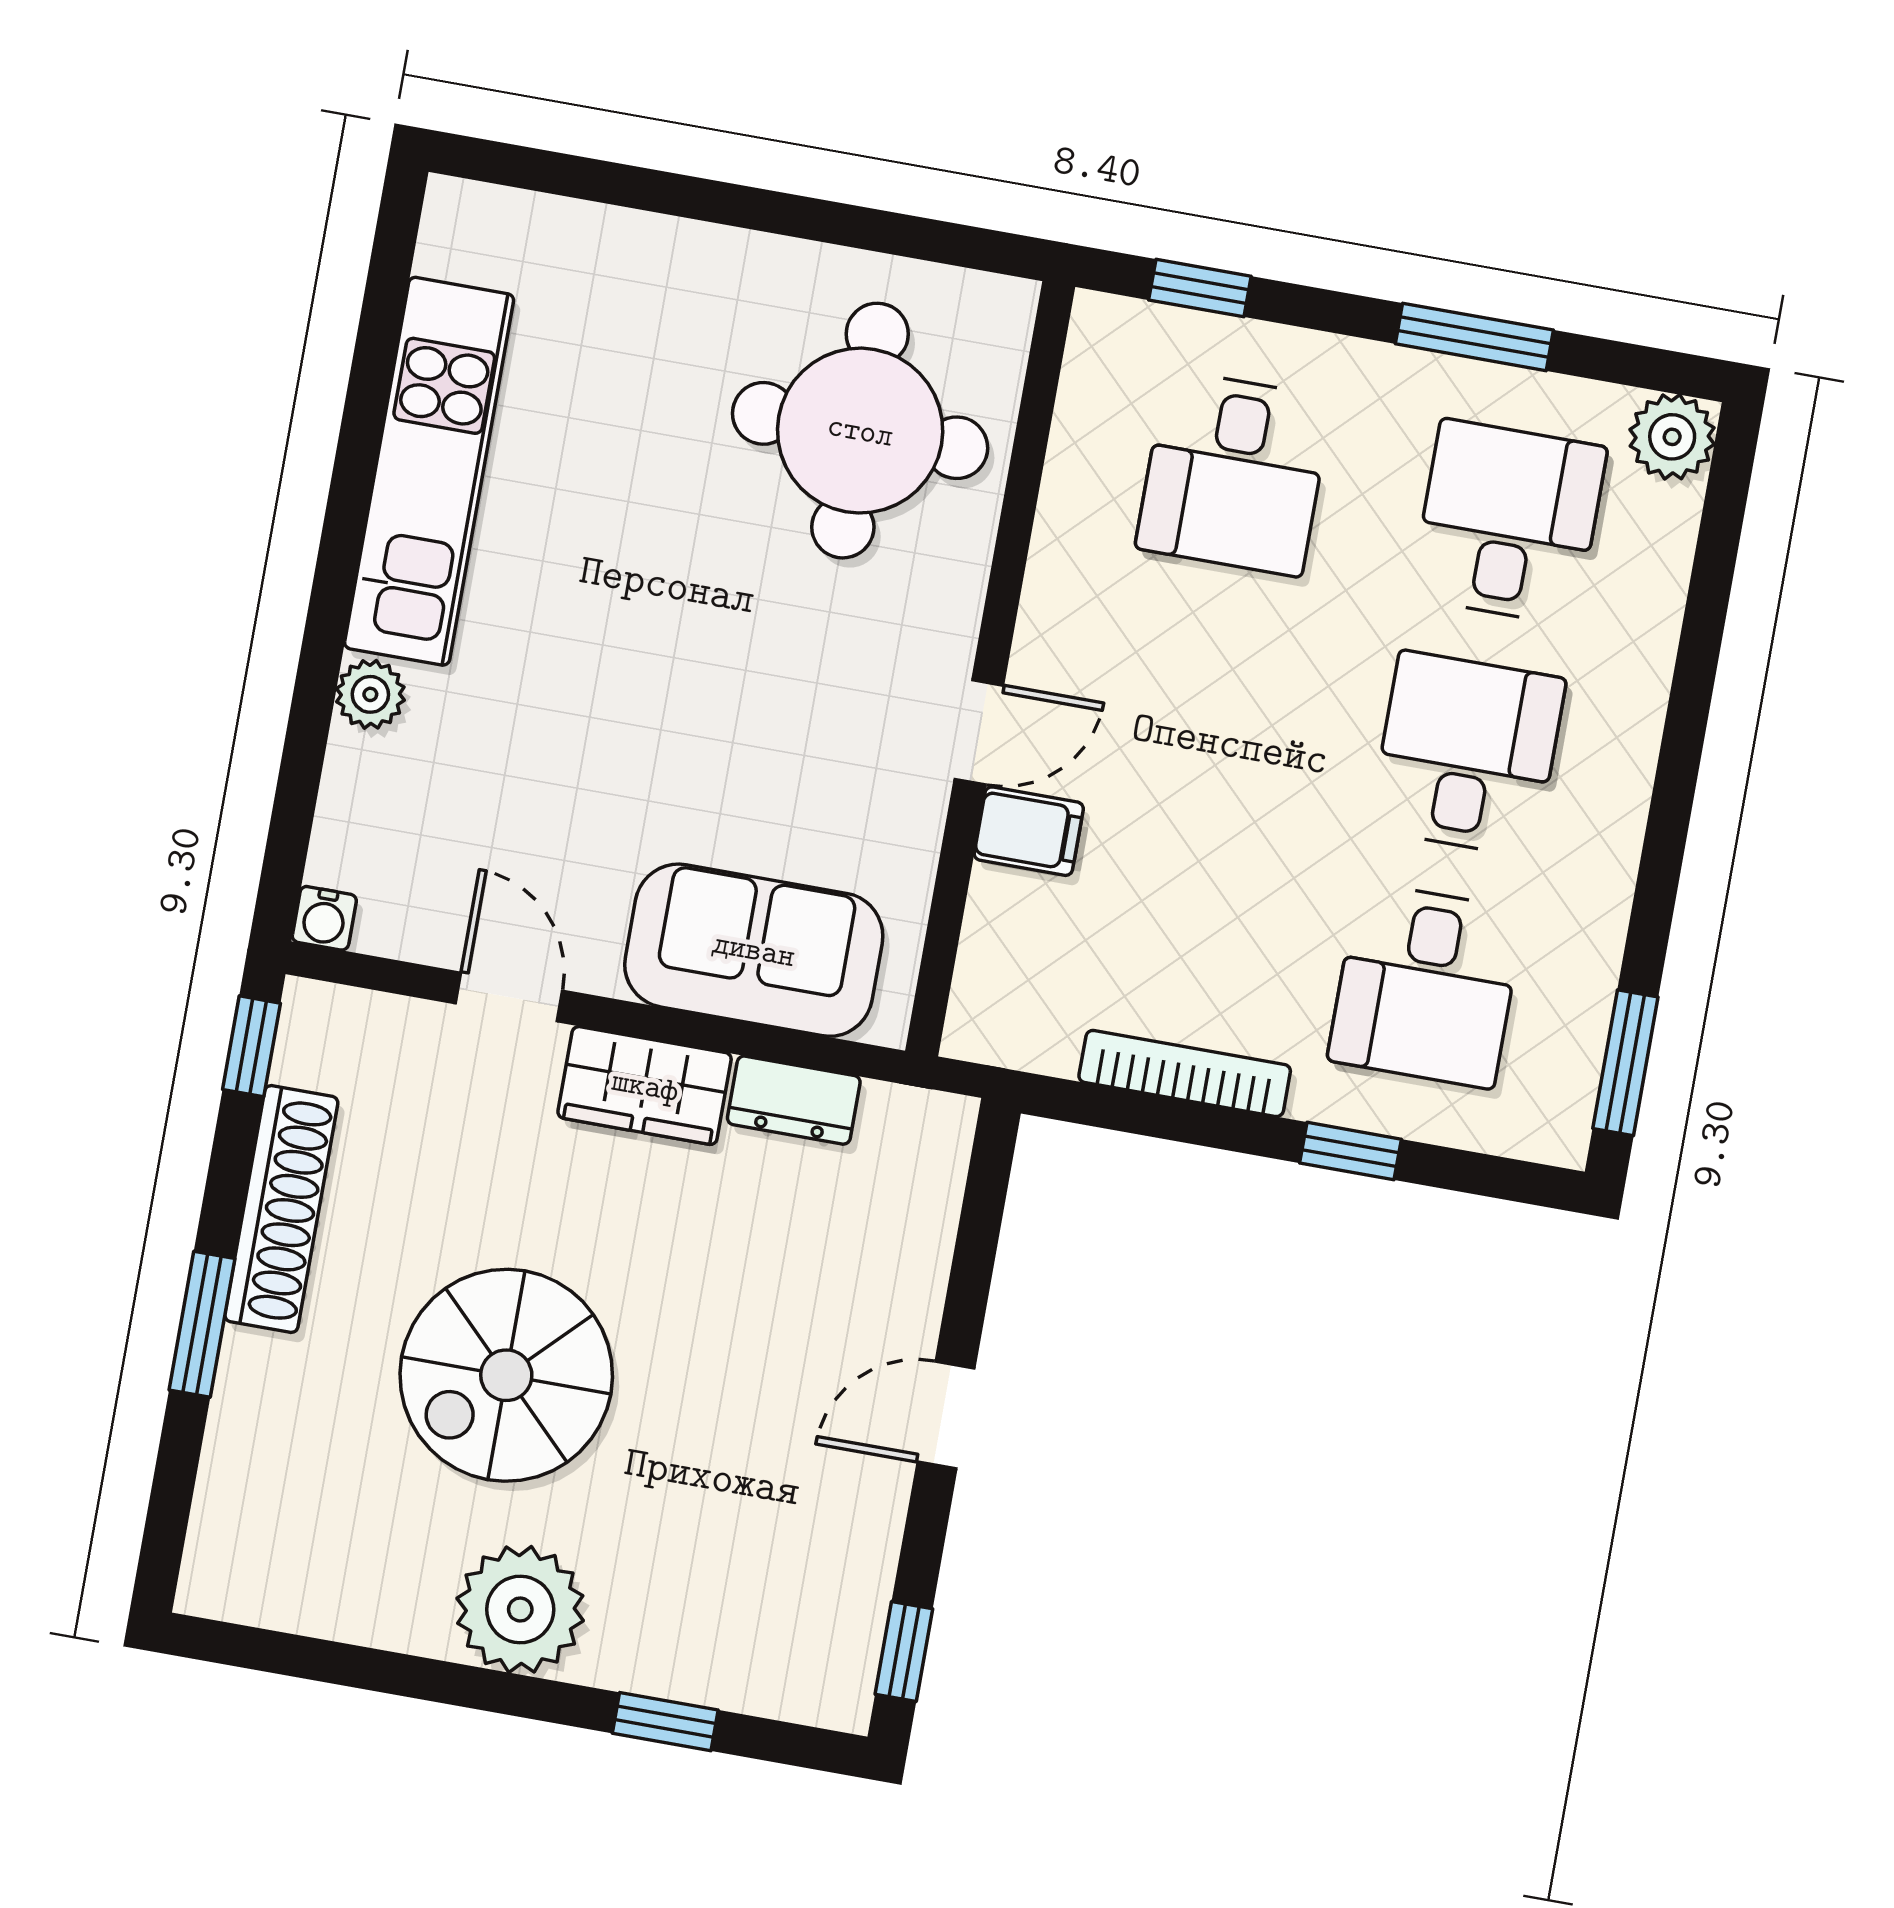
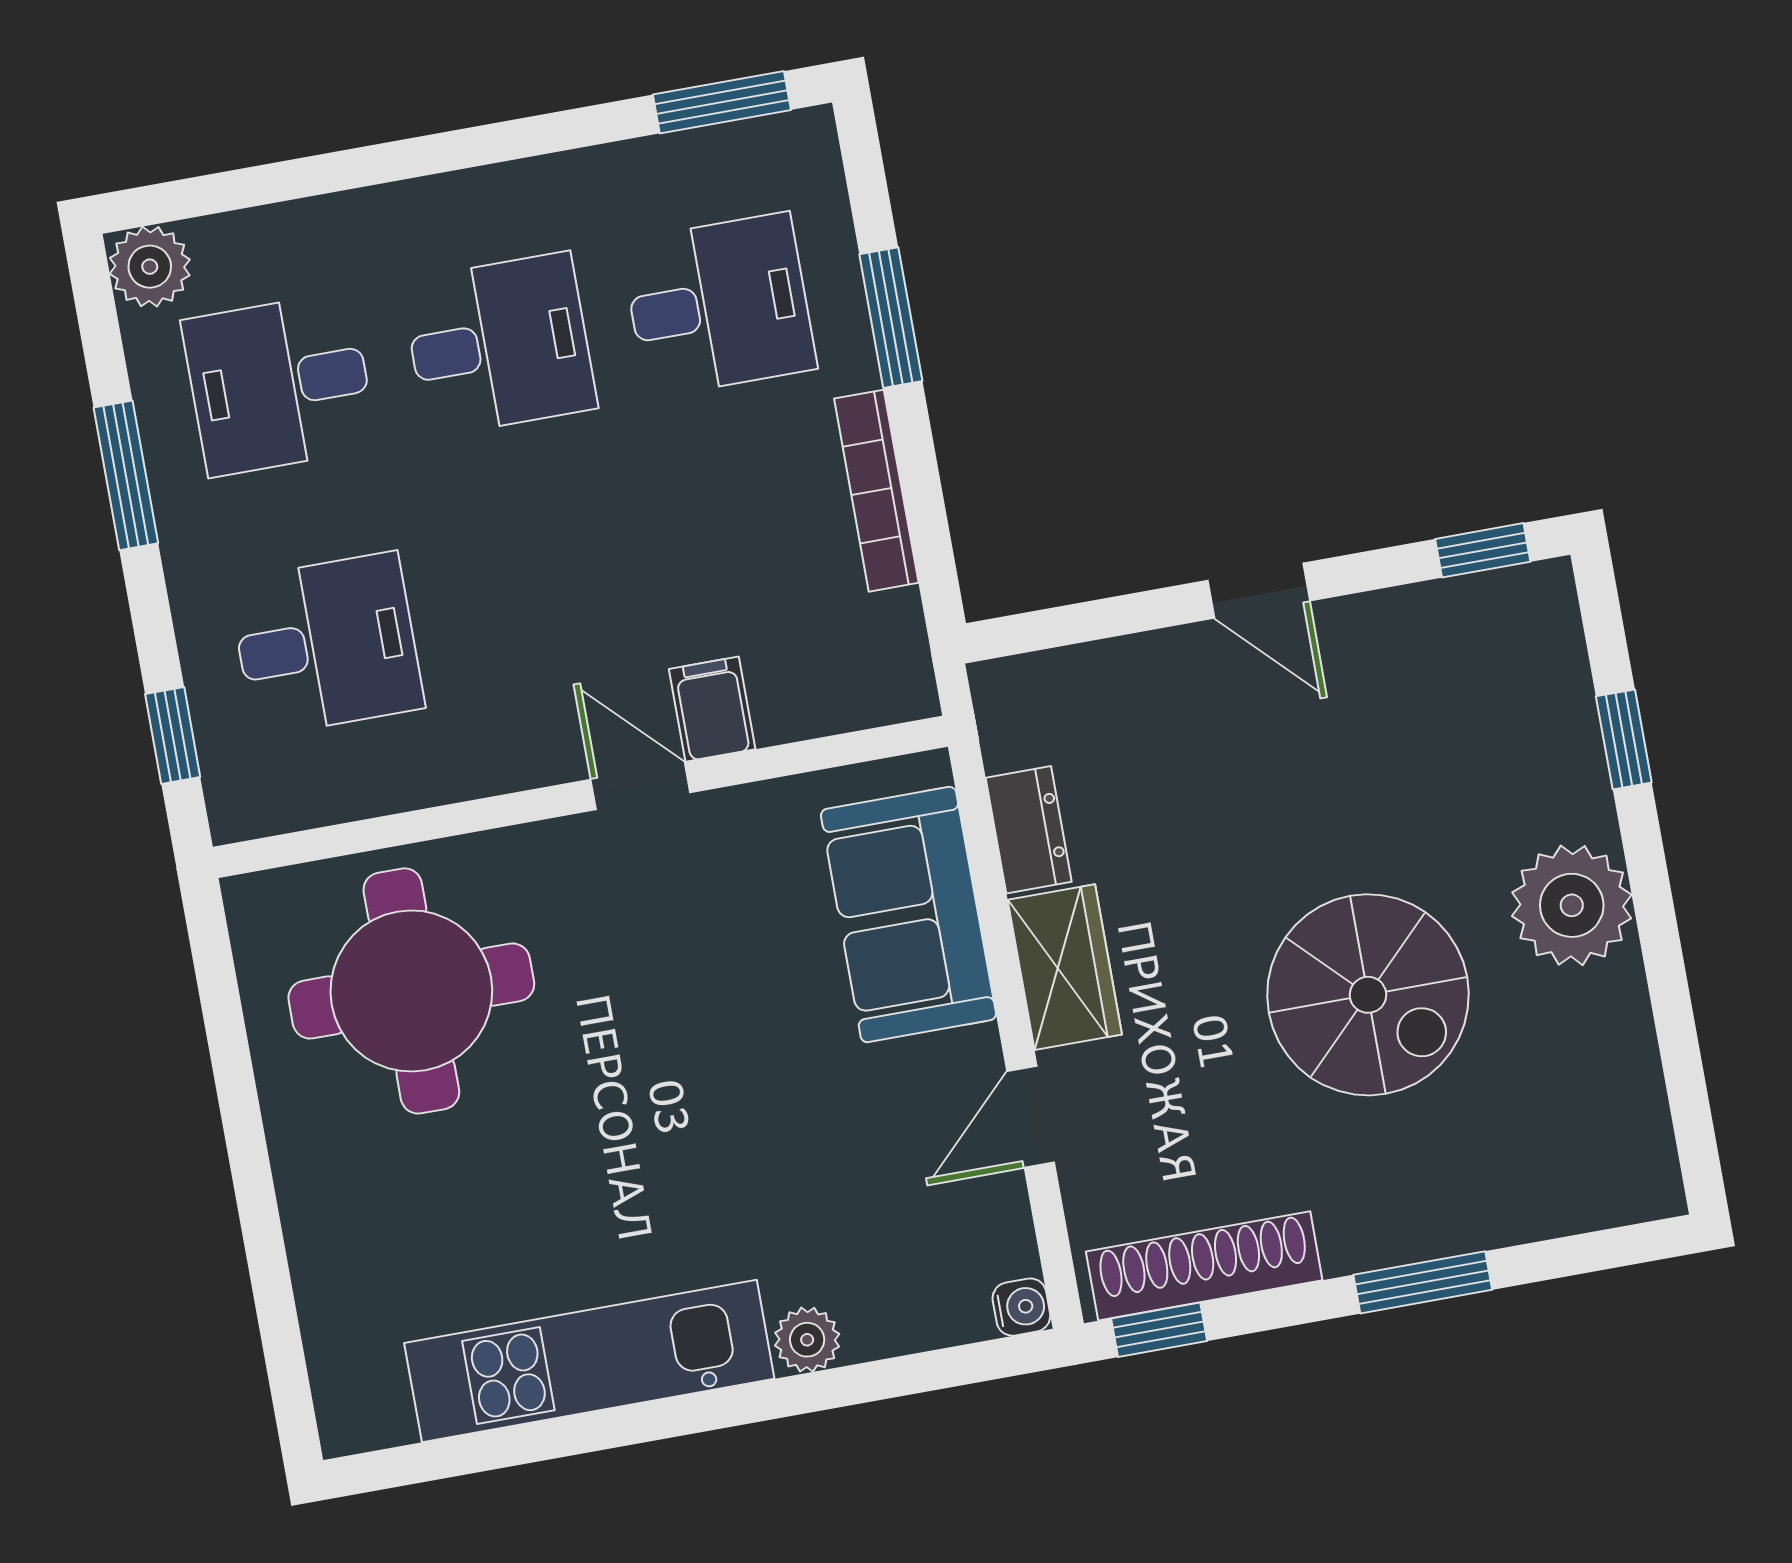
desk: (1467, 754) -> (499, 345), turned 180
window: (1351, 1151) -> (891, 318), width x1.50
shoe rack: (281, 1209) -> (1204, 1266), moved

